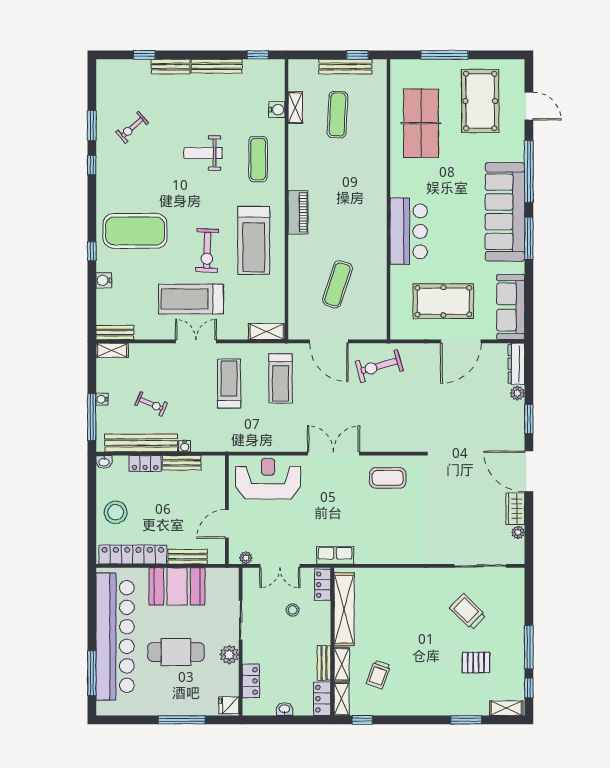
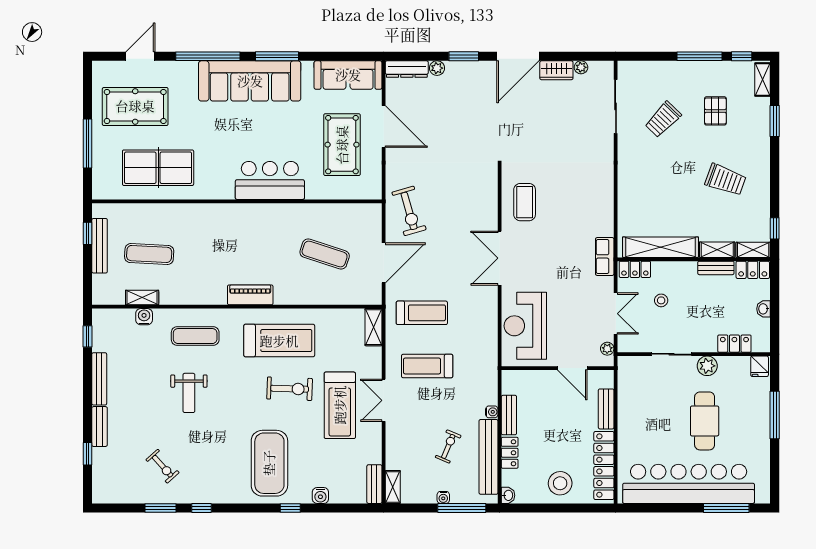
booth: (177, 586) -> (637, 420), removed
trolley: (378, 674) -> (725, 180), moved, width x1.36, depth x1.39

